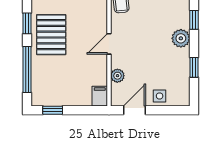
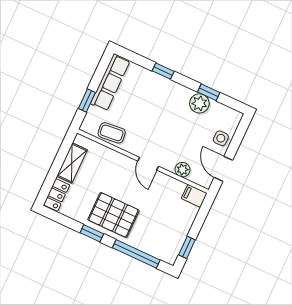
plant: (181, 38) -> (199, 103), moved

